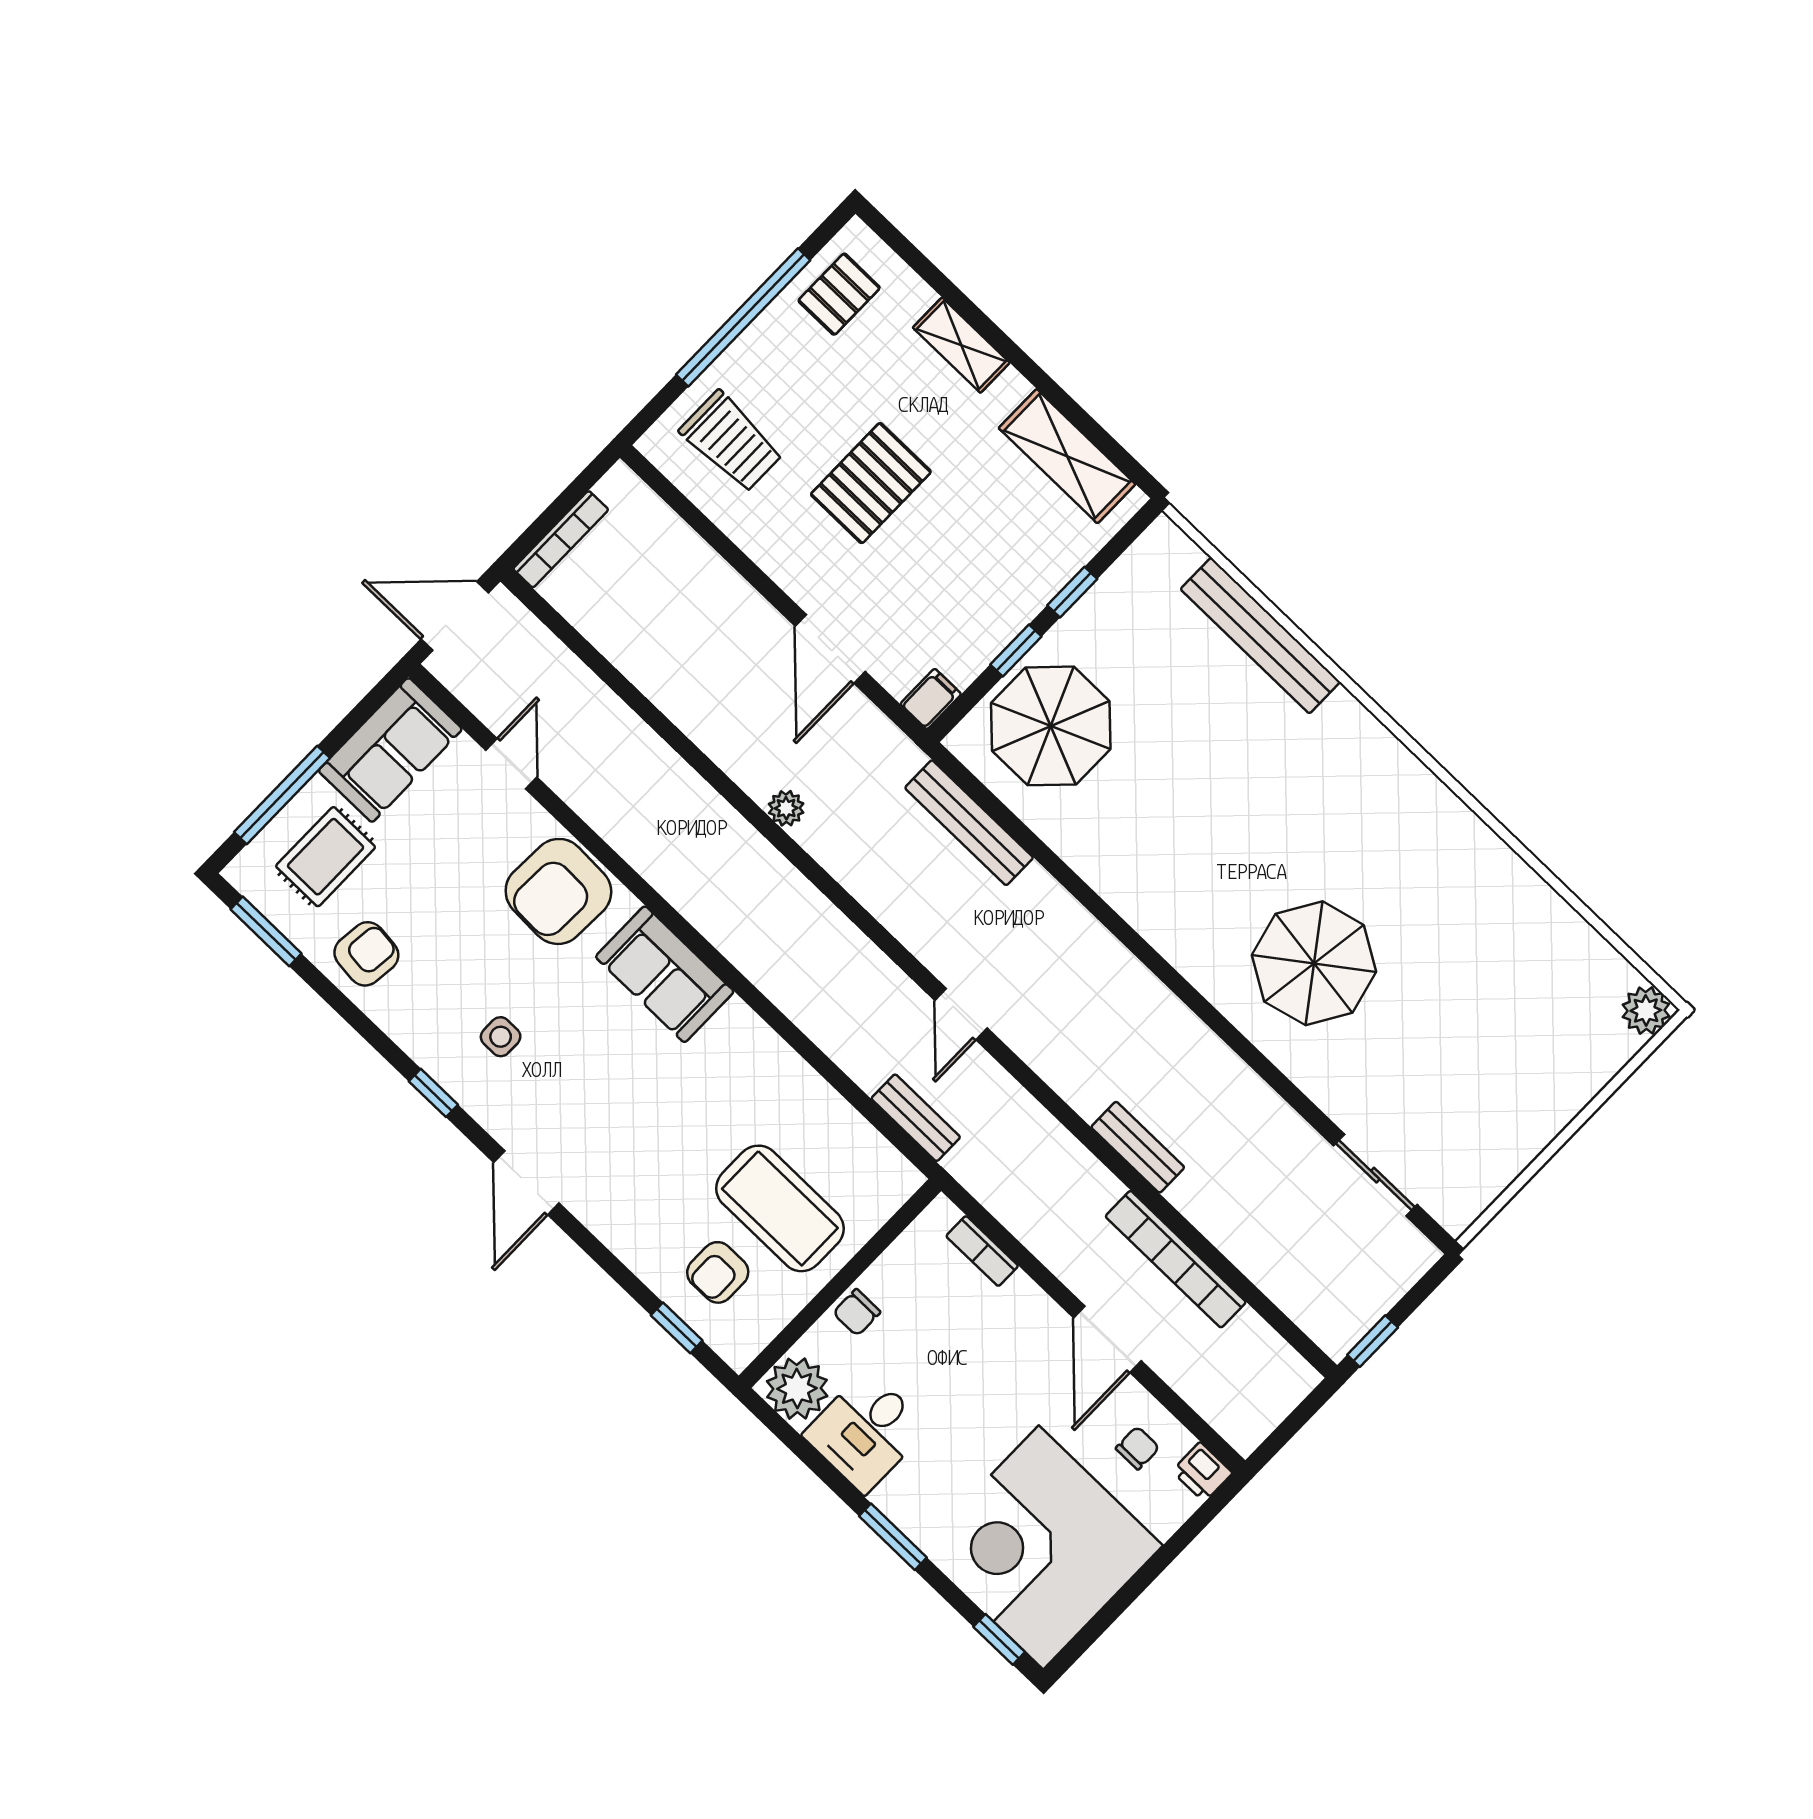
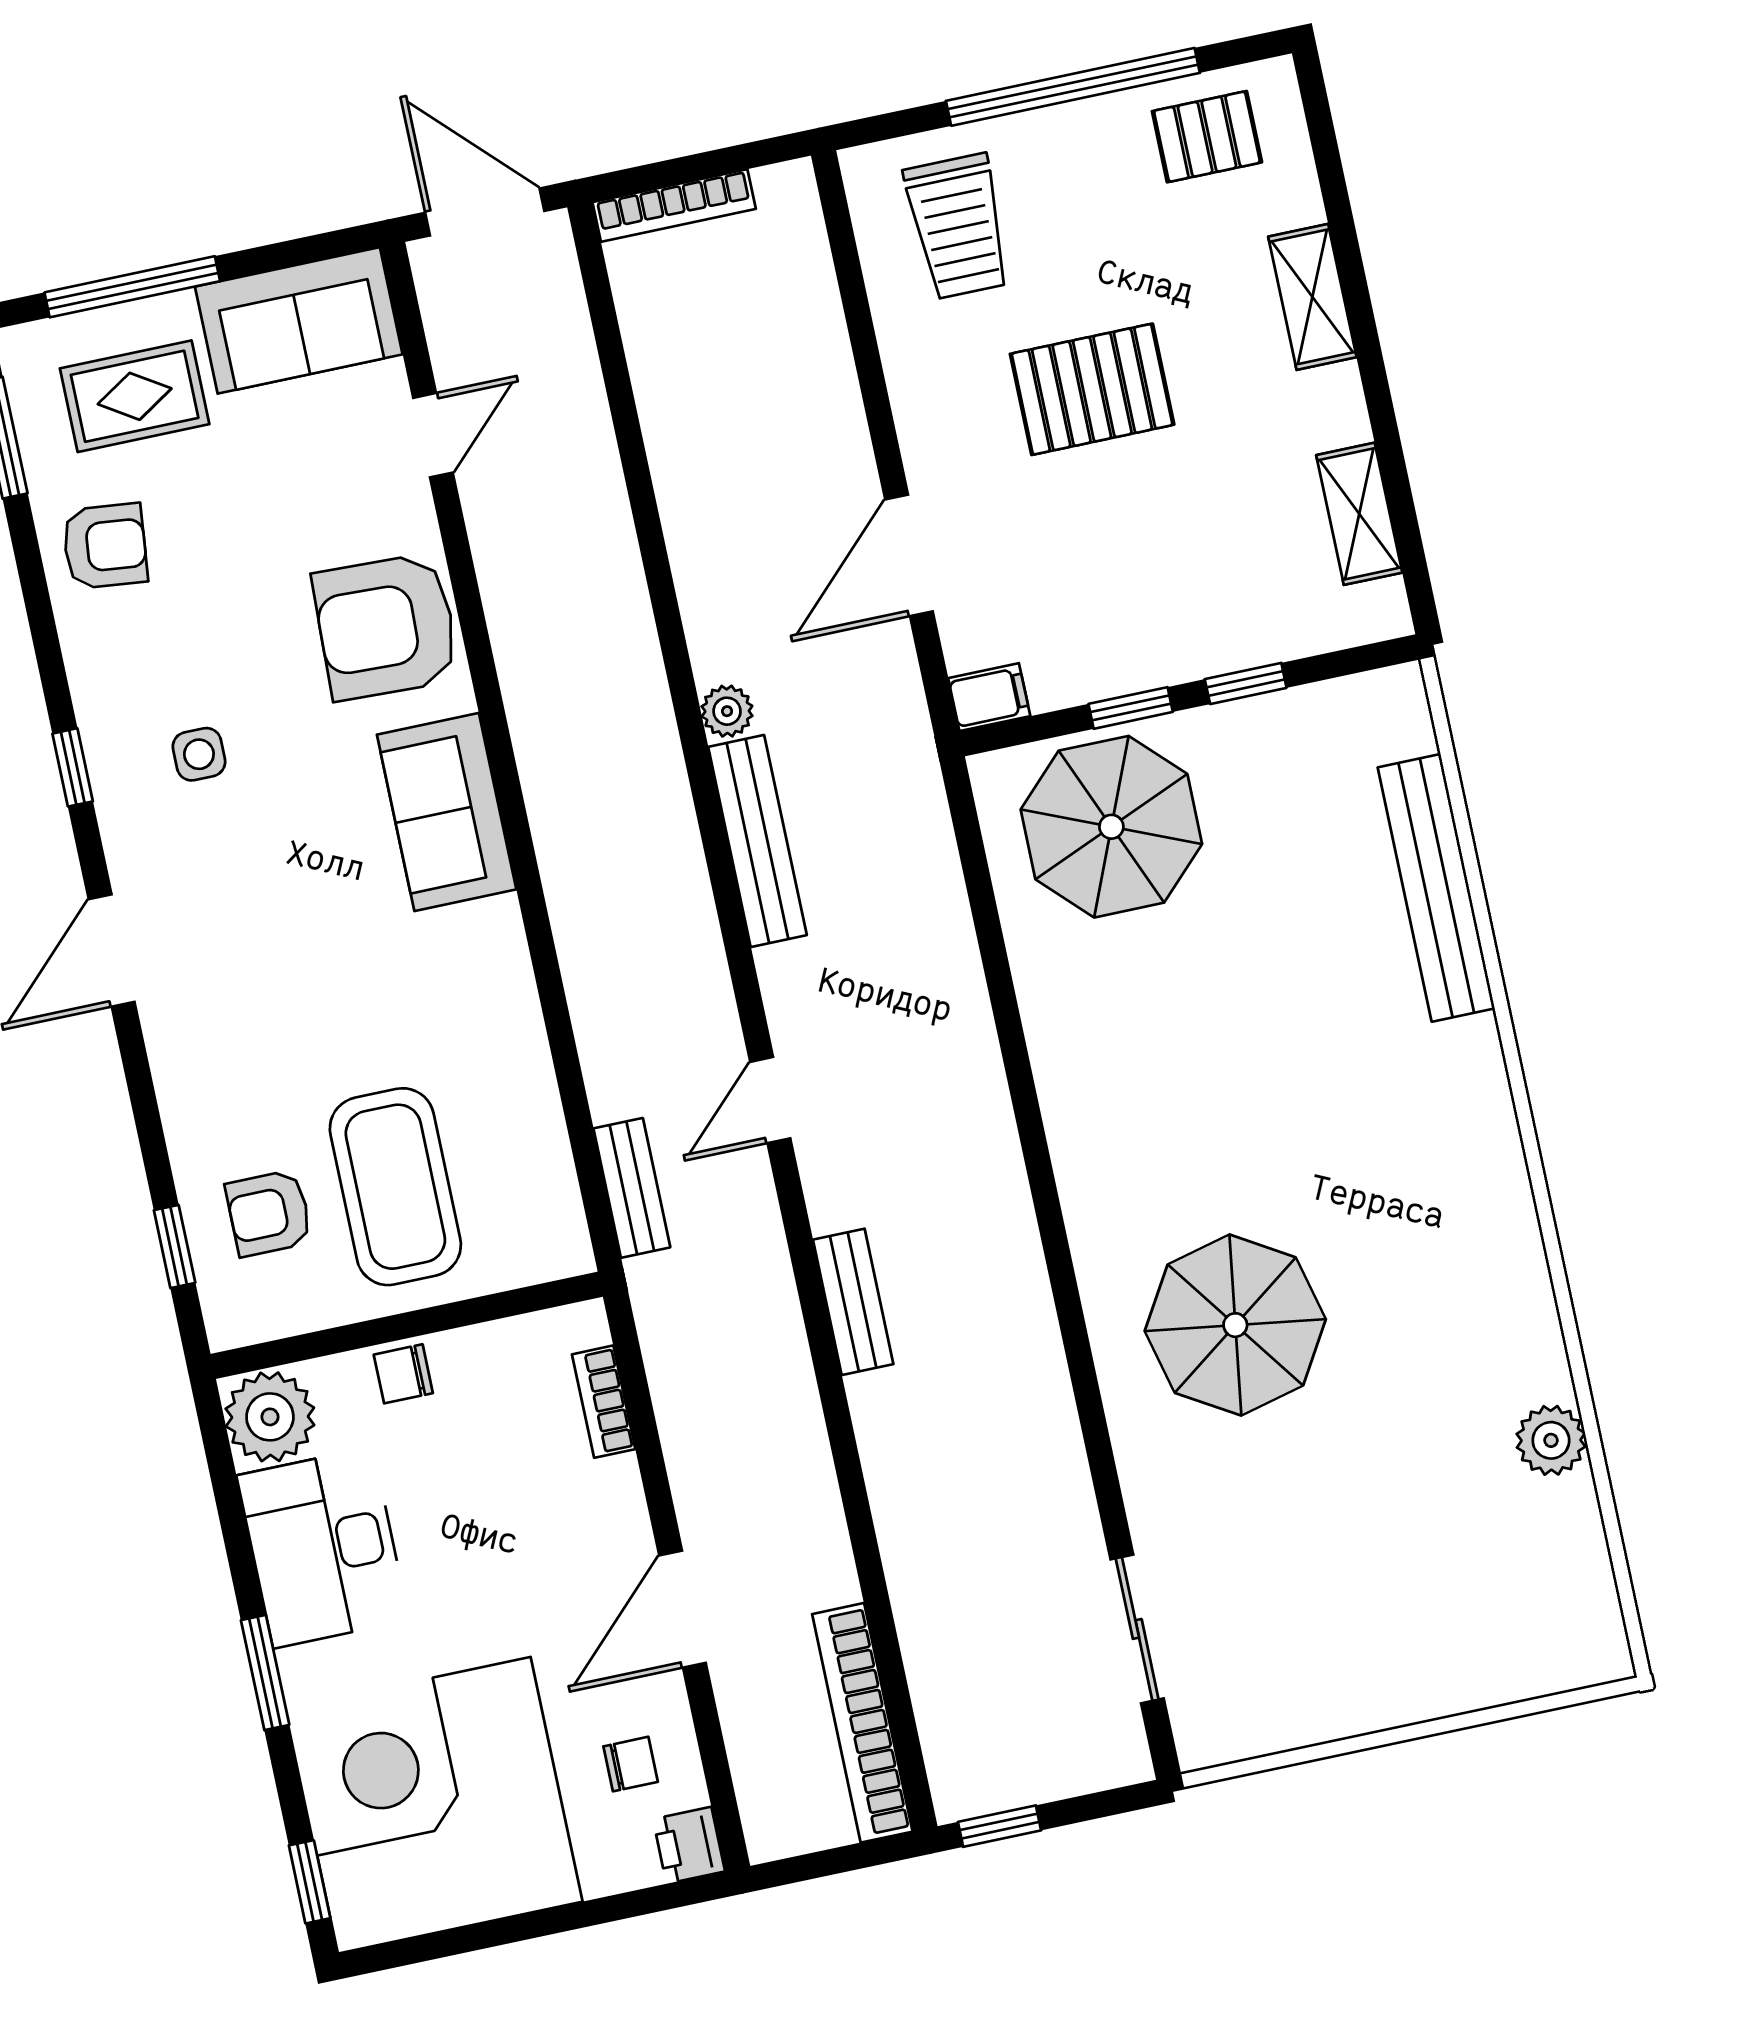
shelving: (1067, 456) -> (1359, 514), width x0.67, depth x0.75
bench: (969, 823) -> (757, 841), moved
plant: (1646, 1010) -> (1551, 1440), moved
bench: (1138, 1147) -> (853, 1302), moved
bookcase: (1176, 1259) -> (862, 1723), moved
desk: (866, 1431) -> (323, 1548), width x1.37

